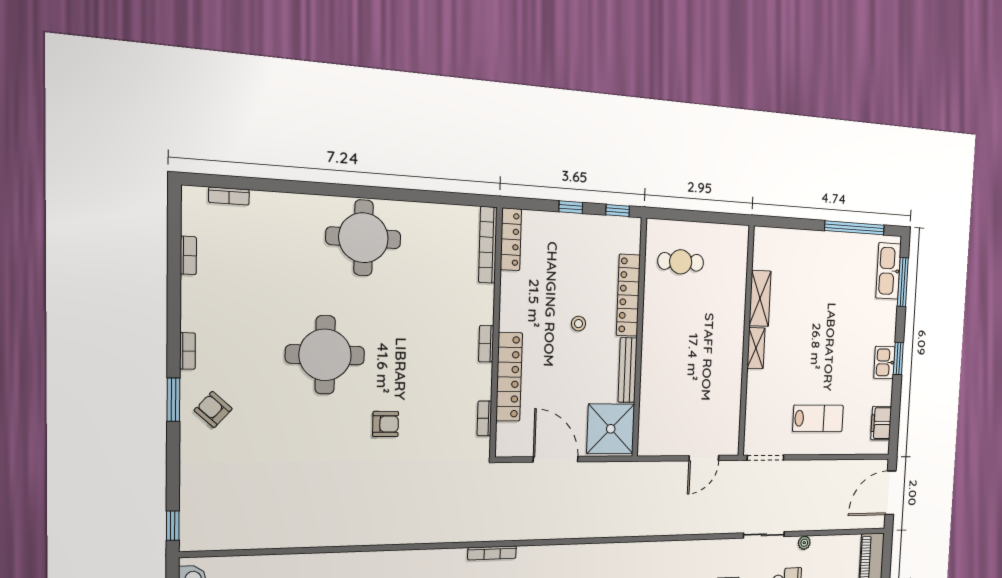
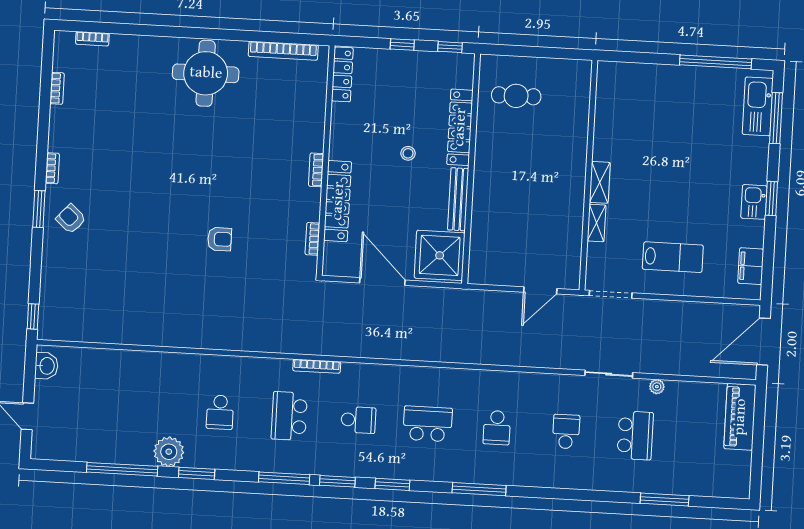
bookcase: (488, 245) -> (283, 51), moved, turned -90
shelving: (760, 298) -> (597, 223), moved, width x0.67, depth x0.75
round table: (325, 355) -> (168, 175), removed

